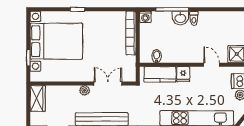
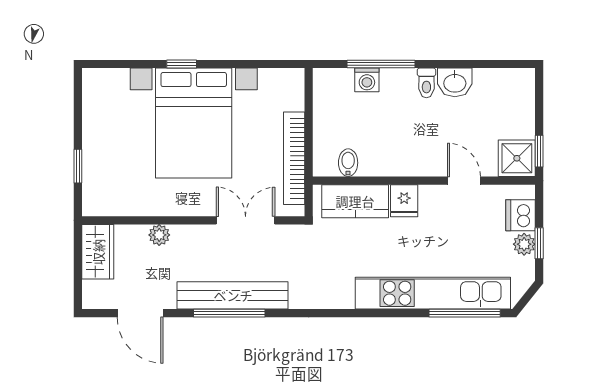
washing machine: (145, 17) -> (367, 80), moved
washbasin: (180, 18) -> (455, 82), moved
bookcase: (131, 33) -> (294, 158), moved
bed with nightstands: (56, 41) -> (194, 123), moved, turned 90
plant: (85, 90) -> (159, 235), moved

